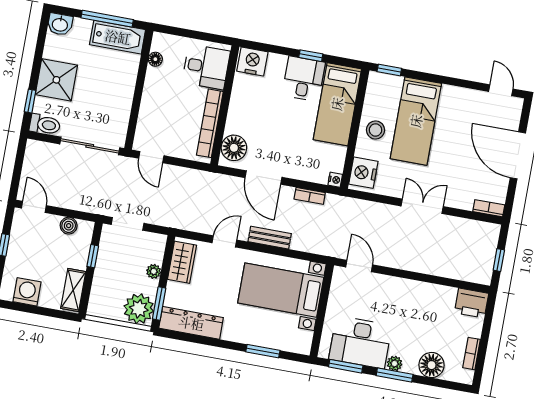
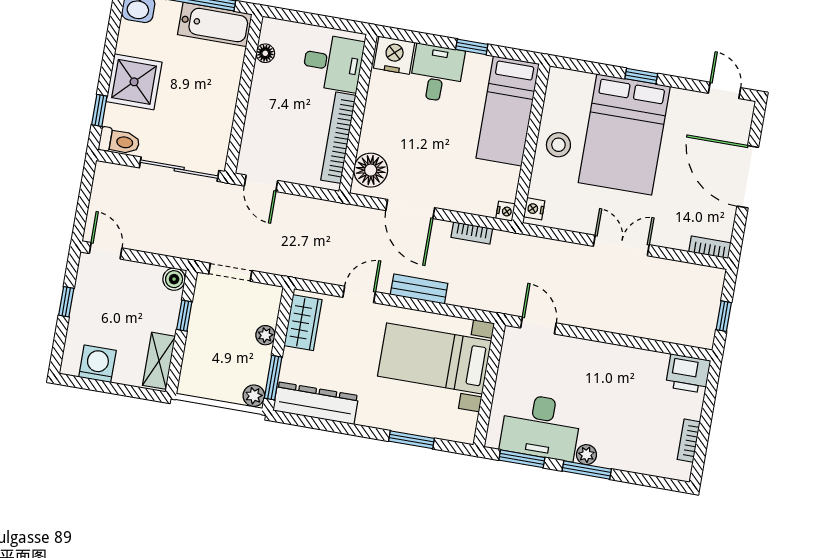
window: (389, 70) -> (641, 76), moved
desk: (304, 79) -> (437, 73), moved
bed: (416, 121) -> (624, 134), width x1.50
nightstand: (363, 173) -> (534, 209), width x0.53, depth x0.56
boiler: (69, 226) -> (174, 279), moved
plant: (139, 309) -> (254, 396), width x0.53, depth x0.53
floor lamp: (432, 365) -> (636, 456), removed

